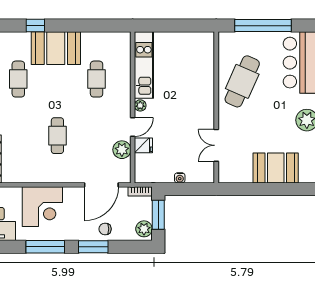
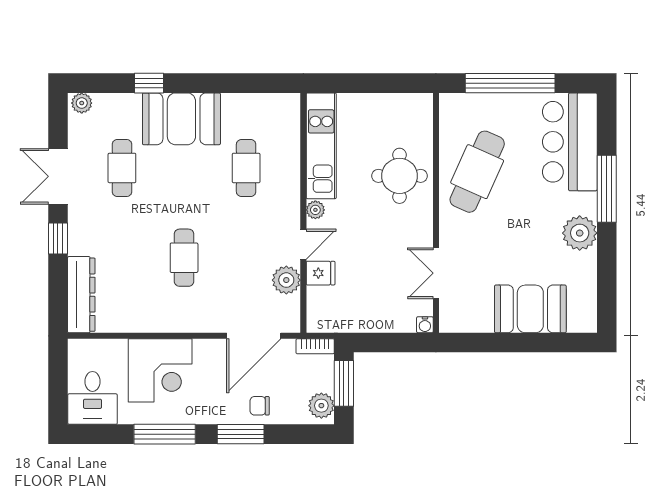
round table: (193, 84) -> (400, 176), added
water cooler: (180, 178) -> (425, 325), moved

